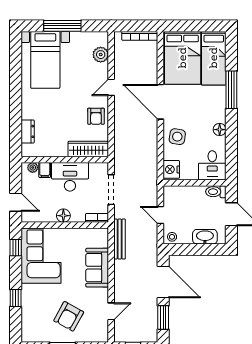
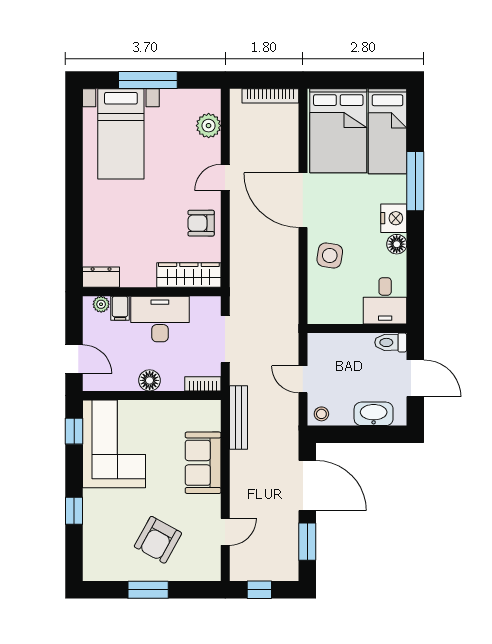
armchair: (96, 116) -> (201, 223), turned 90
dresser: (28, 131) -> (101, 277), moved, turned -90
nightstand: (171, 169) -> (394, 218), moved, turned 180

